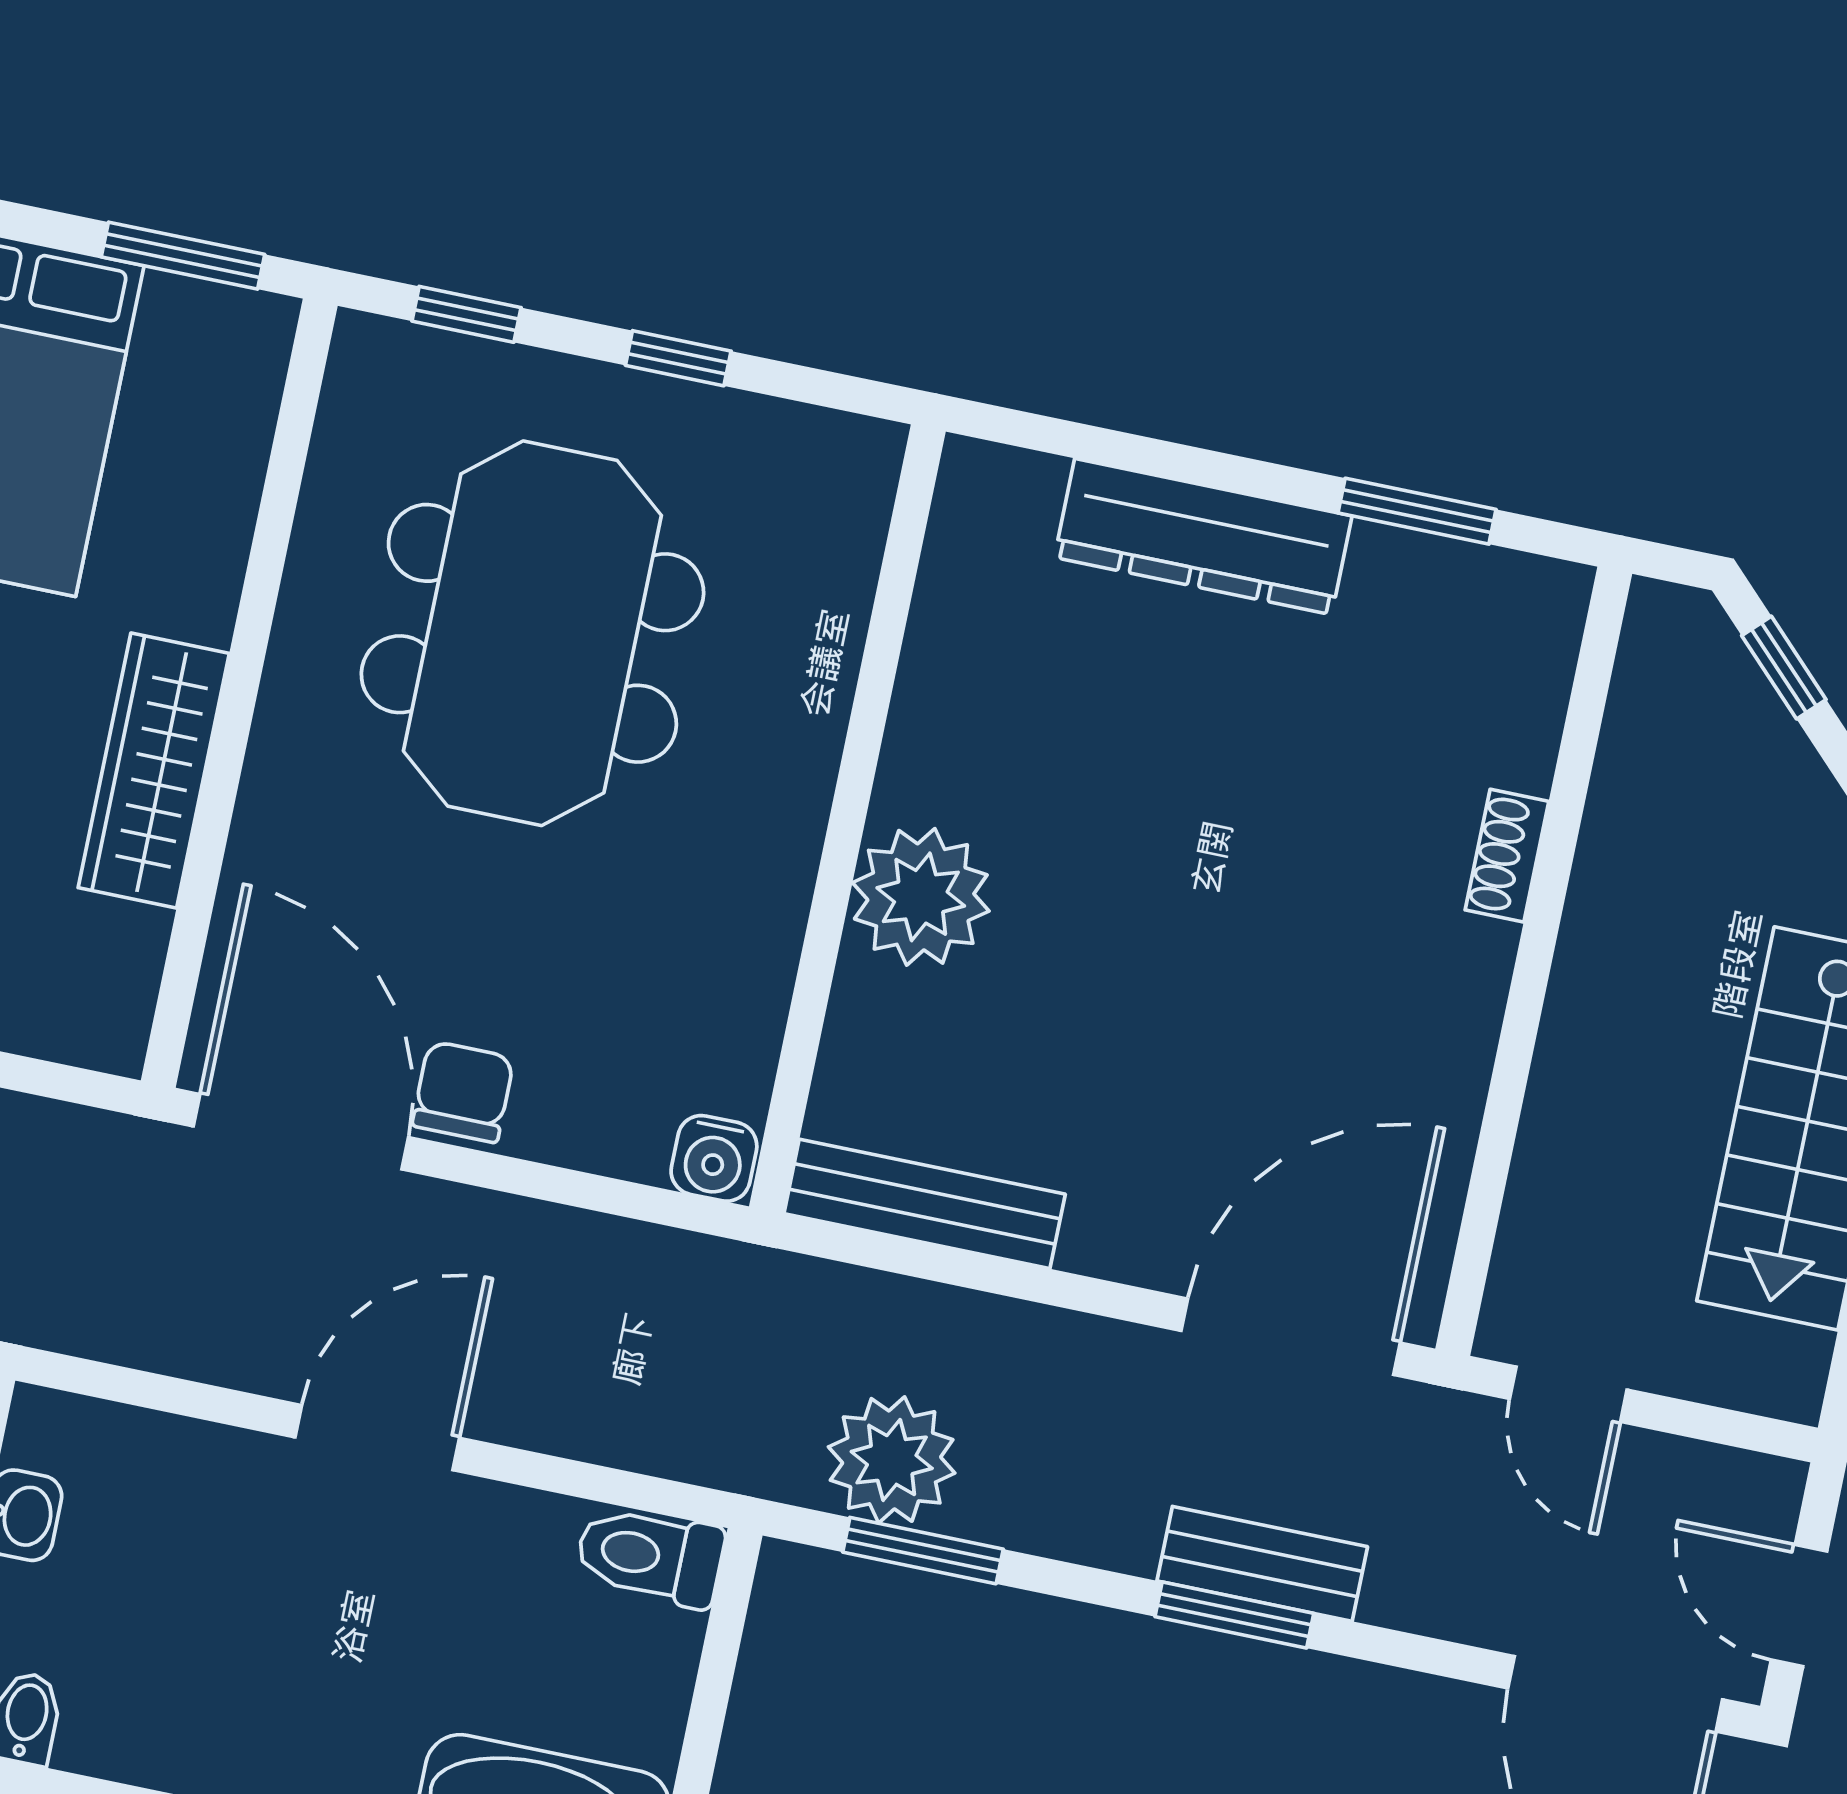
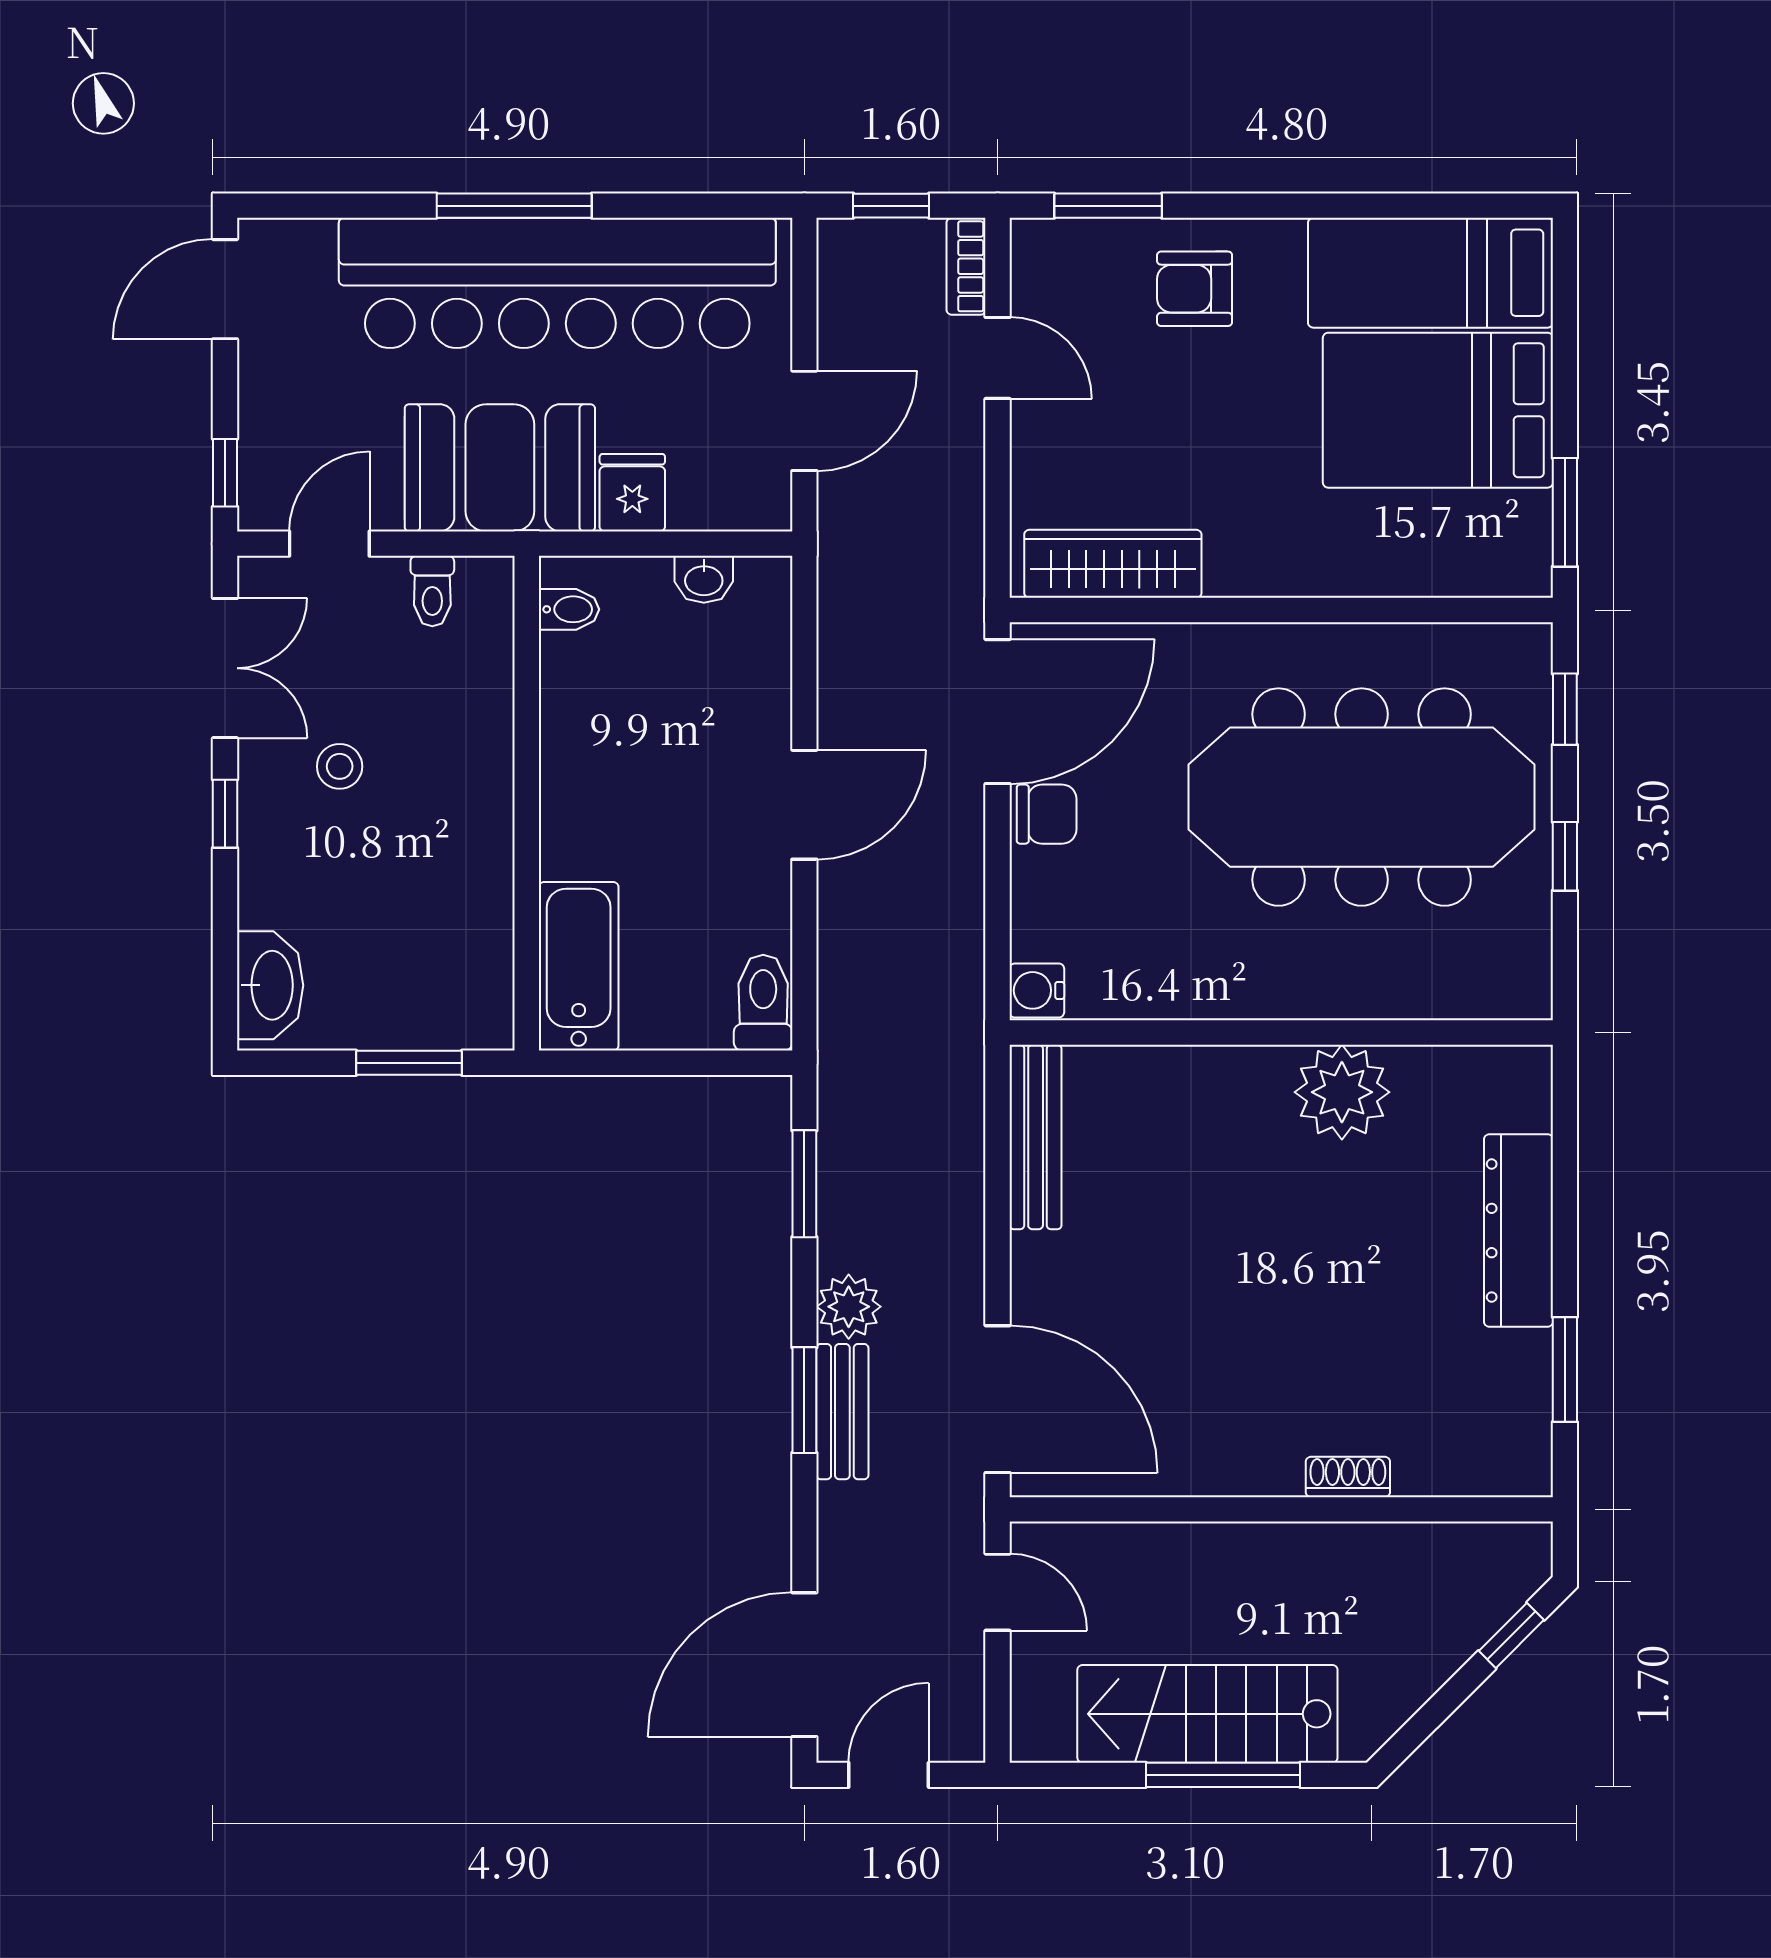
meeting table: (532, 633) -> (1362, 797), width x1.36
wardrobe: (154, 770) -> (1113, 564), moved
plant: (921, 897) -> (1342, 1092), moved
door: (1568, 1394) -> (998, 1592), swing flipped
door: (377, 1438) -> (804, 805), hinge flipped
plant: (892, 1460) -> (849, 1307), moved, width x0.73, depth x0.73

